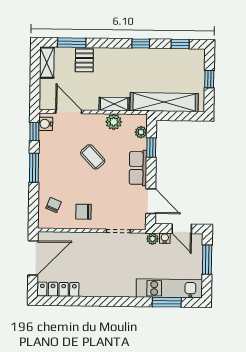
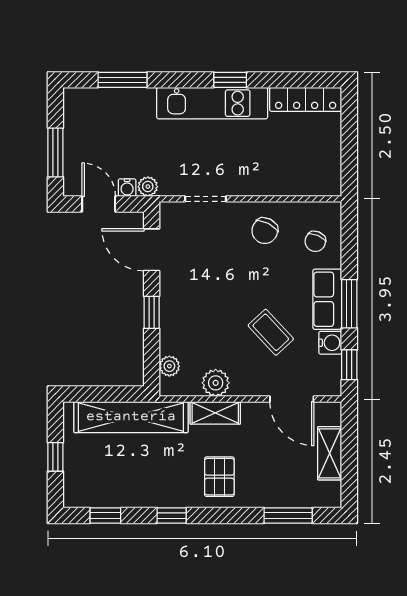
pallet: (84, 60) -> (219, 477), moved
shelving: (47, 63) -> (330, 453), moved
water cooler: (46, 124) -> (330, 343), moved
window: (151, 148) -> (152, 312), moved
coffee table: (93, 157) -> (271, 332), moved
row of seats: (138, 168) -> (327, 299), moved, turned 180
chair: (83, 212) -> (265, 231), turned 117
door: (33, 258) -> (349, 152), removed
kitchen unit: (169, 288) -> (212, 103), moved
window: (103, 301) -> (230, 80), added

